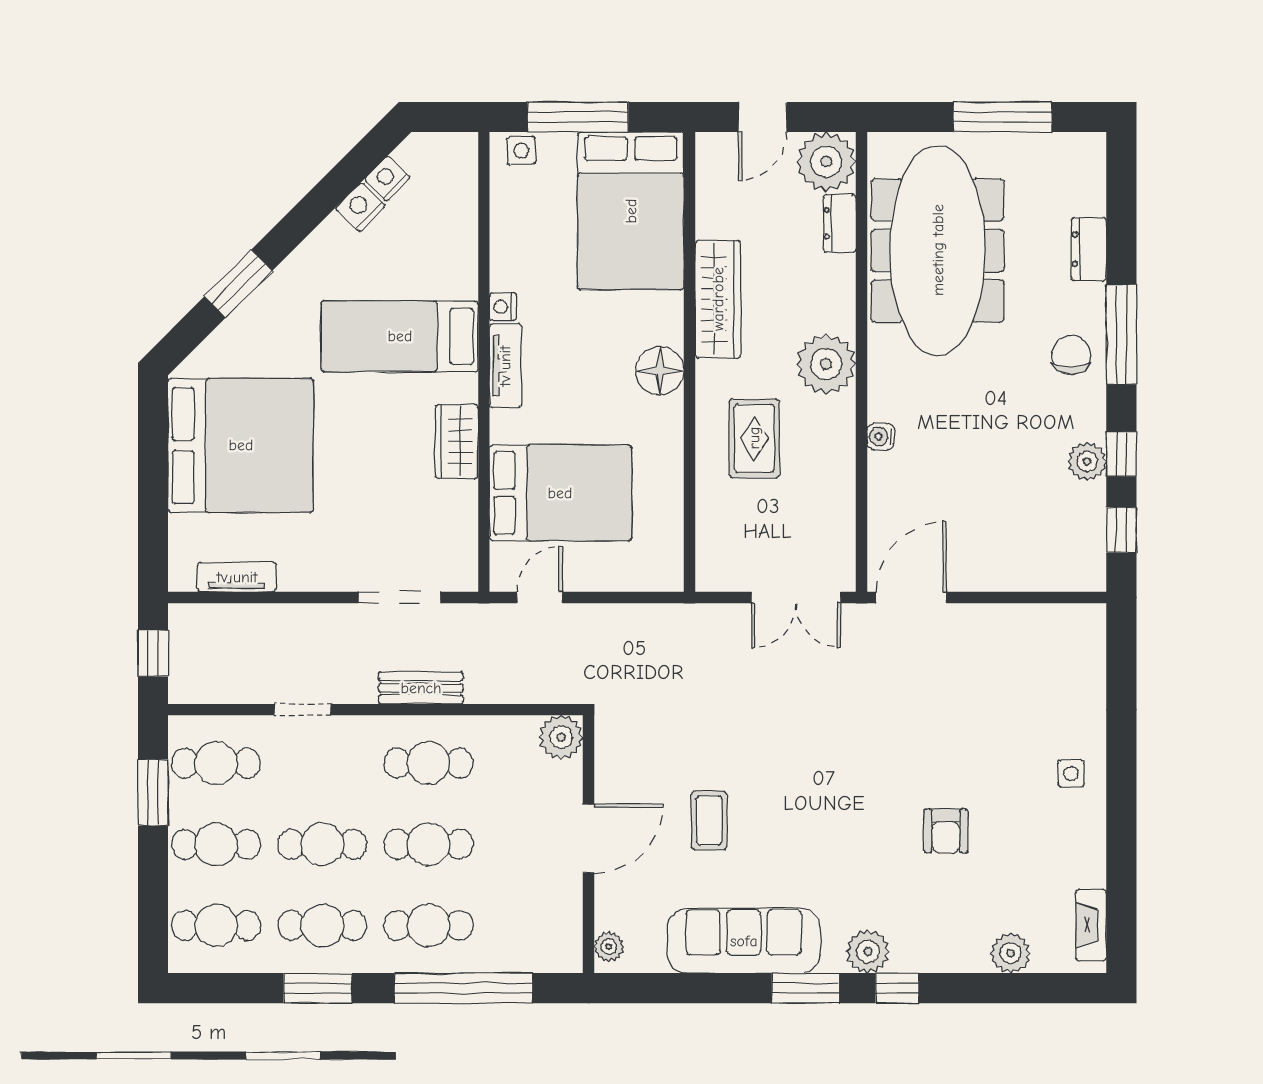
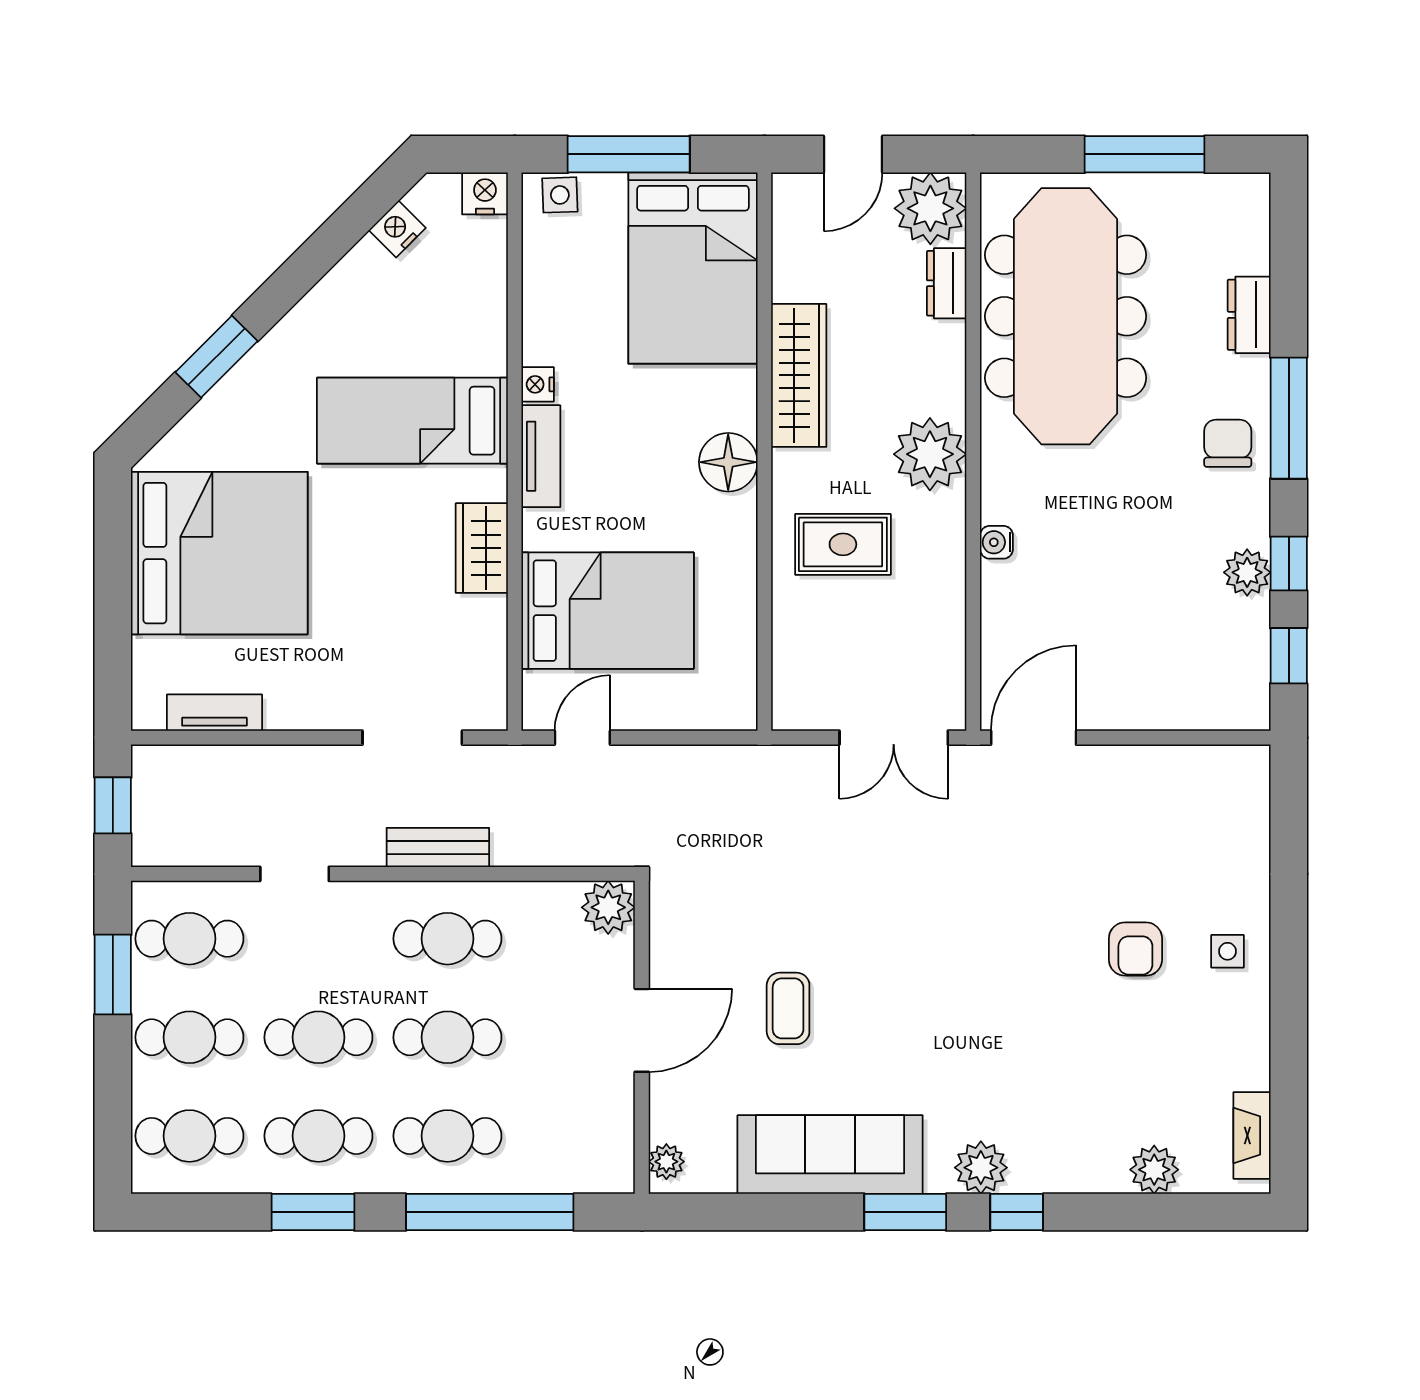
nightstand: (360, 207) -> (485, 193), moved, turned 45
rug: (754, 438) -> (843, 544), turned 90
armchair: (946, 831) -> (1135, 949), moved

